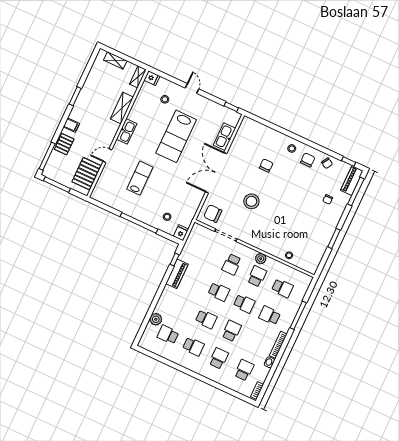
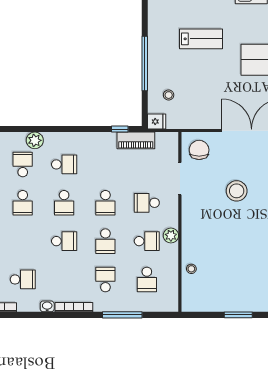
piano: (177, 274) -> (136, 140), moved
school desk: (219, 358) -> (64, 164), moved

